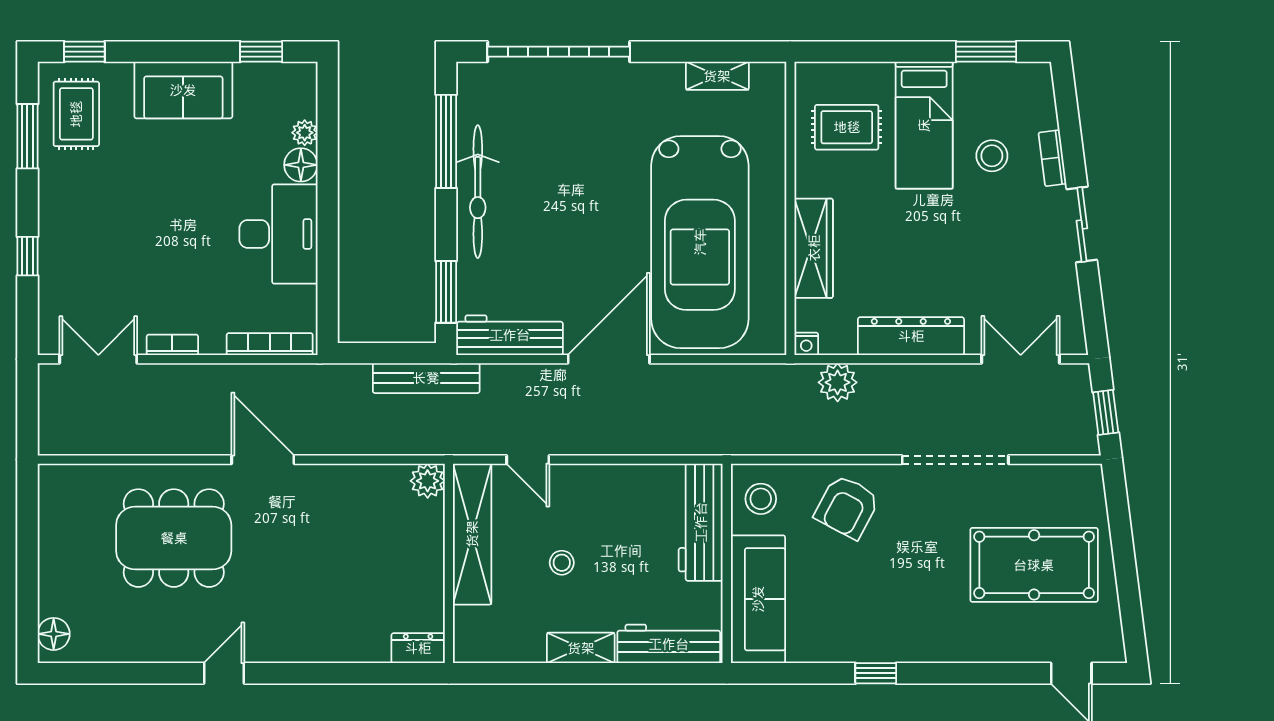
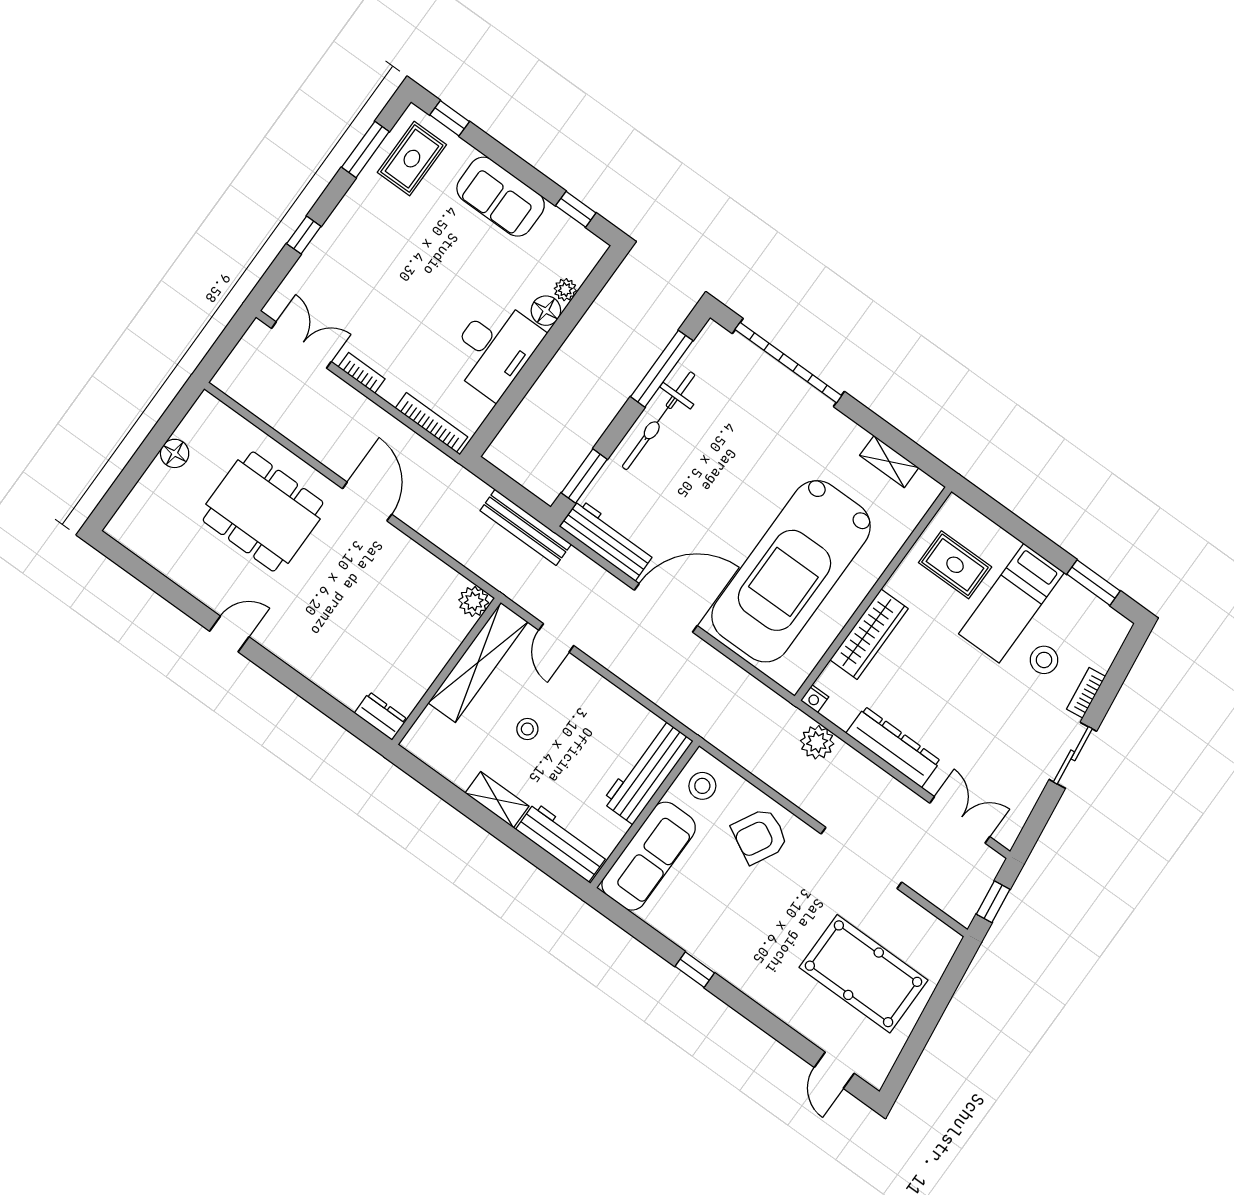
floor lamp: (54, 634) -> (175, 453), moved

